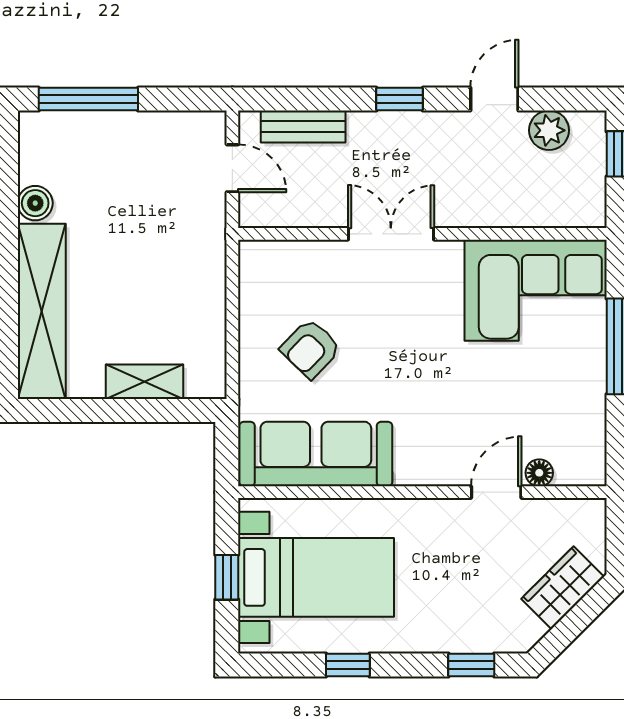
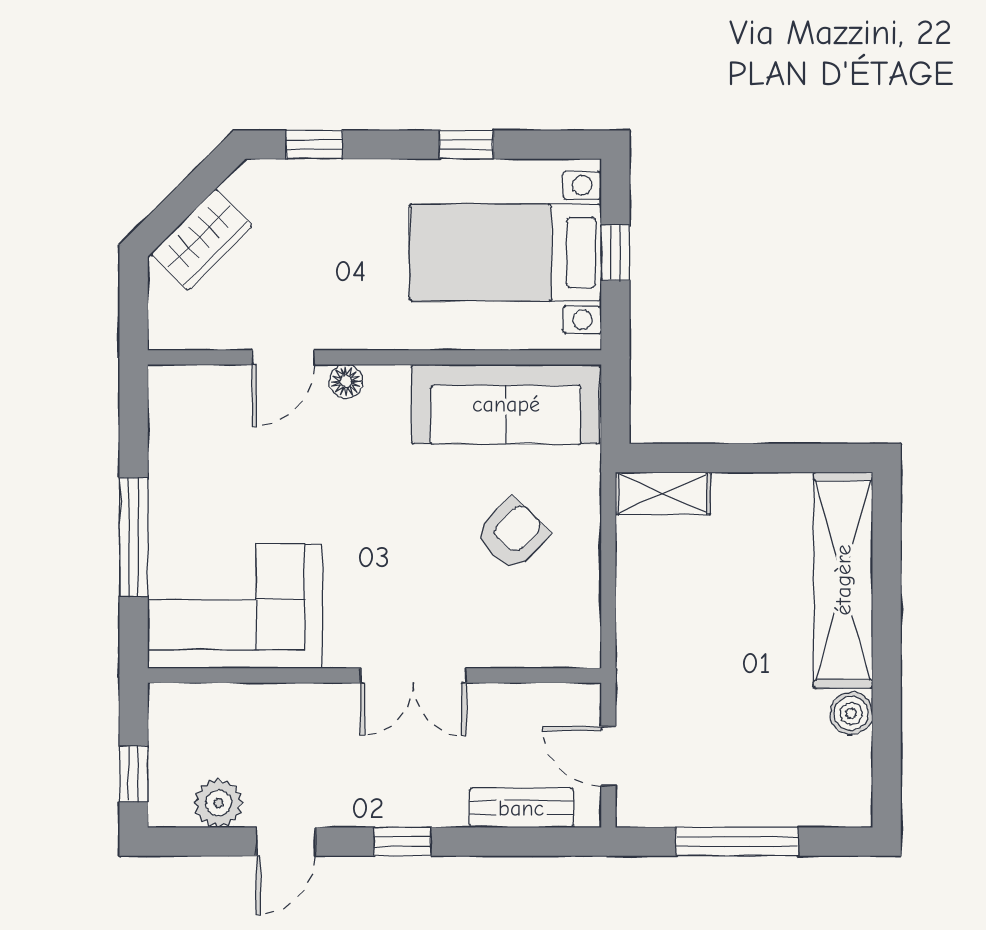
window: (88, 99) -> (737, 842), moved
shelving: (145, 382) -> (663, 493), moved
floor lamp: (539, 473) -> (346, 381), moved

